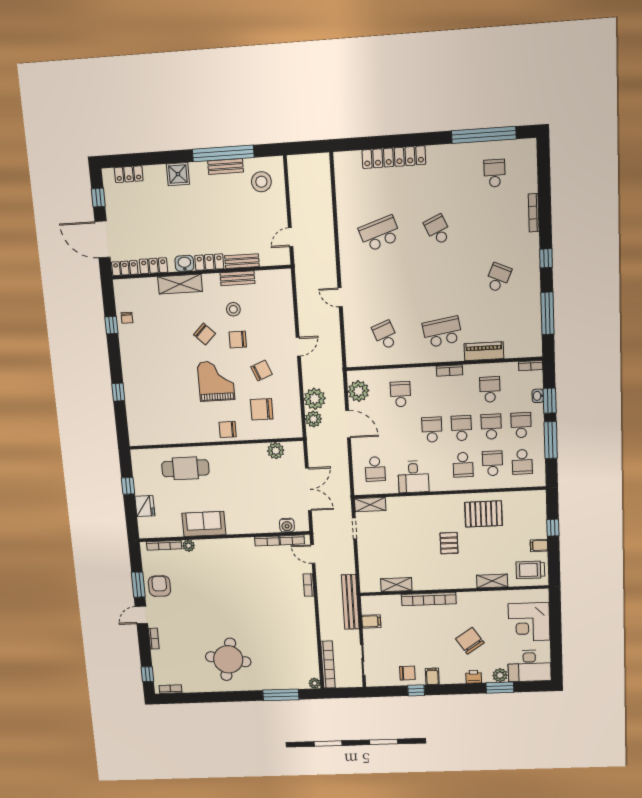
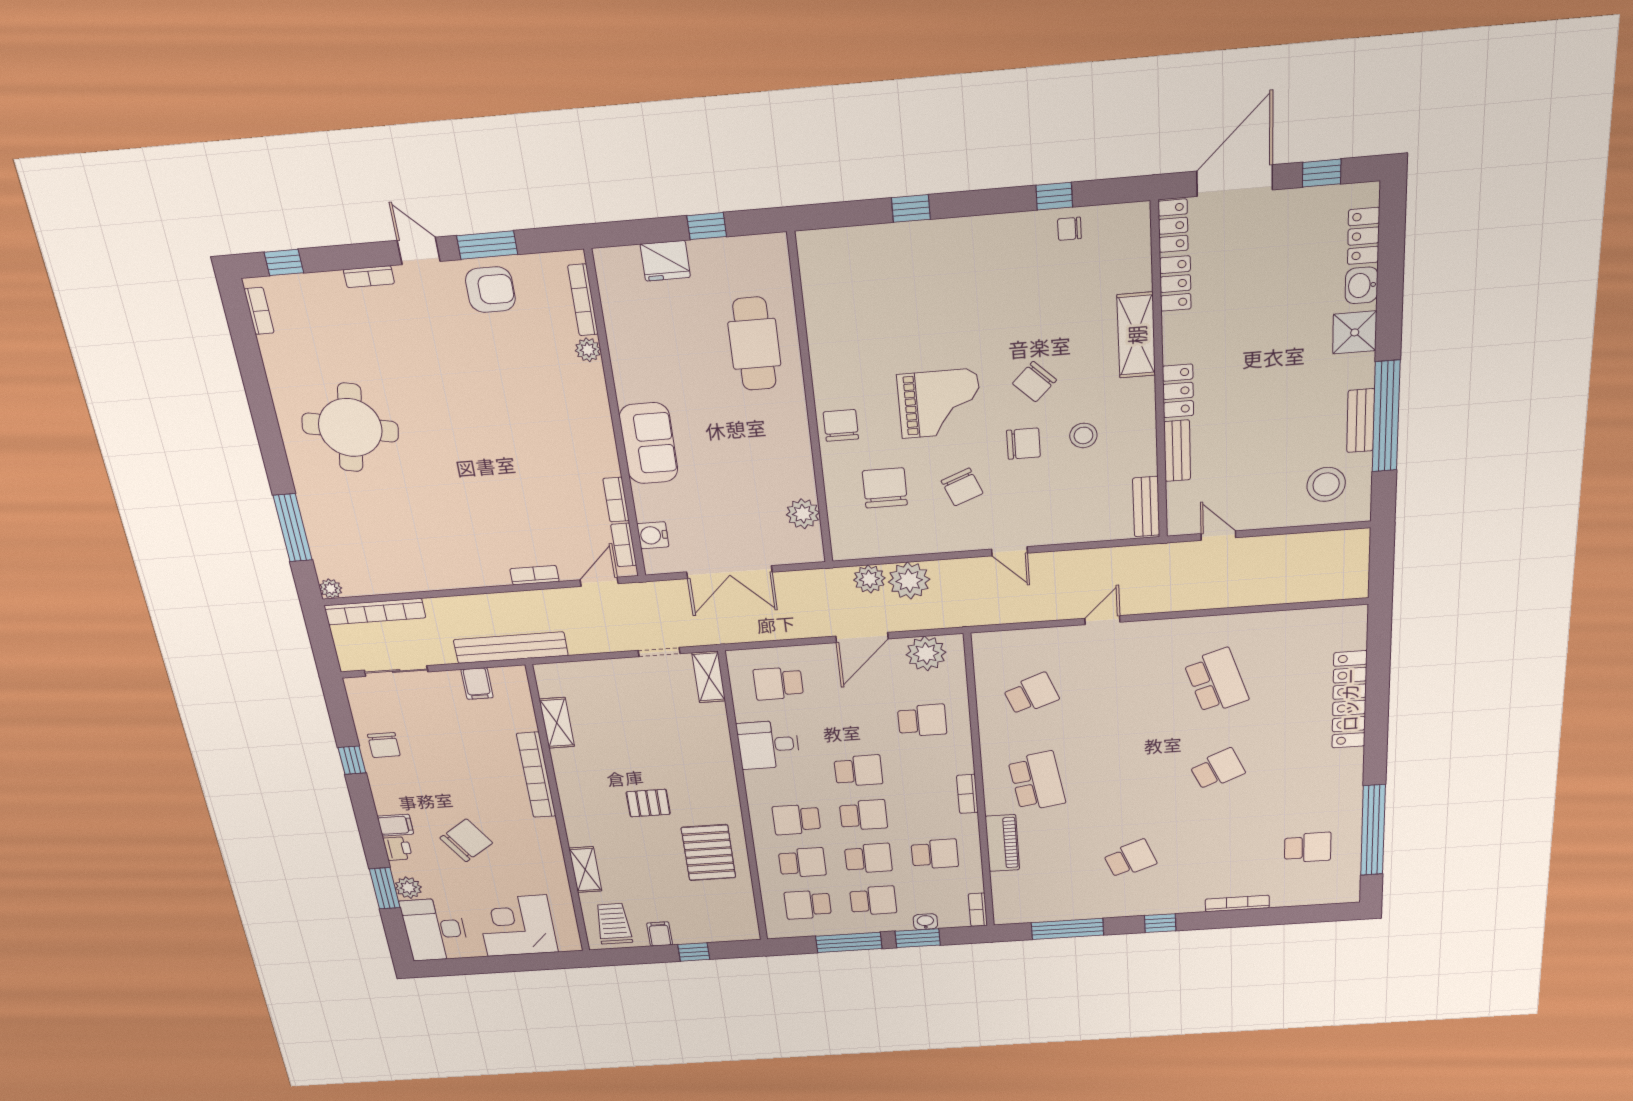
washbasin: (184, 263) -> (1362, 285), moved, turned 180
bench: (237, 278) -> (1146, 507), moved
school desk: (498, 278) -> (1130, 859), turned -45
chair: (238, 340) -> (1023, 444), turned 90
sofa: (204, 524) -> (649, 443), moved
filing cabinet: (432, 676) -> (395, 825), moved

